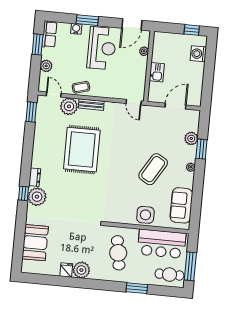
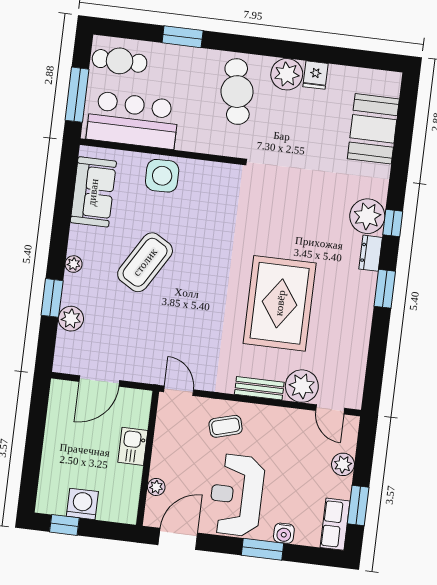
washing machine: (198, 54) -> (82, 504), moved, turned -90
coffee table: (81, 87) -> (226, 426), moved
window: (31, 112) -> (385, 289), moved
cafe table: (118, 253) -> (237, 92), moved
window: (190, 266) -> (77, 95), moved

